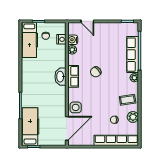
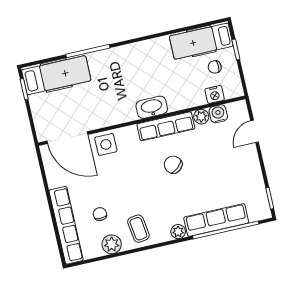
row of seats: (73, 76) -> (166, 126), width x1.48

